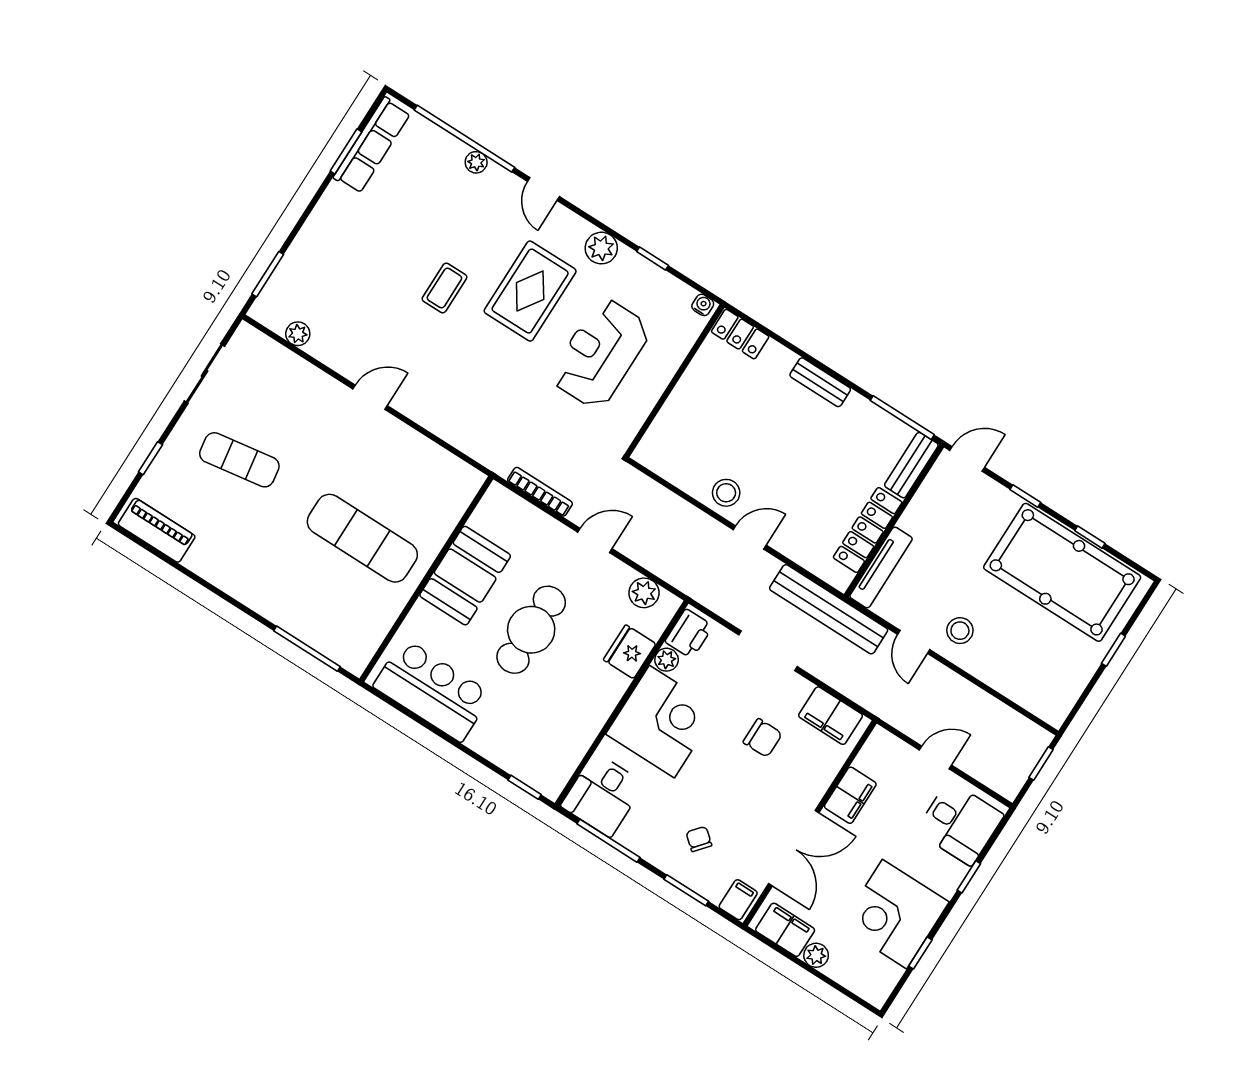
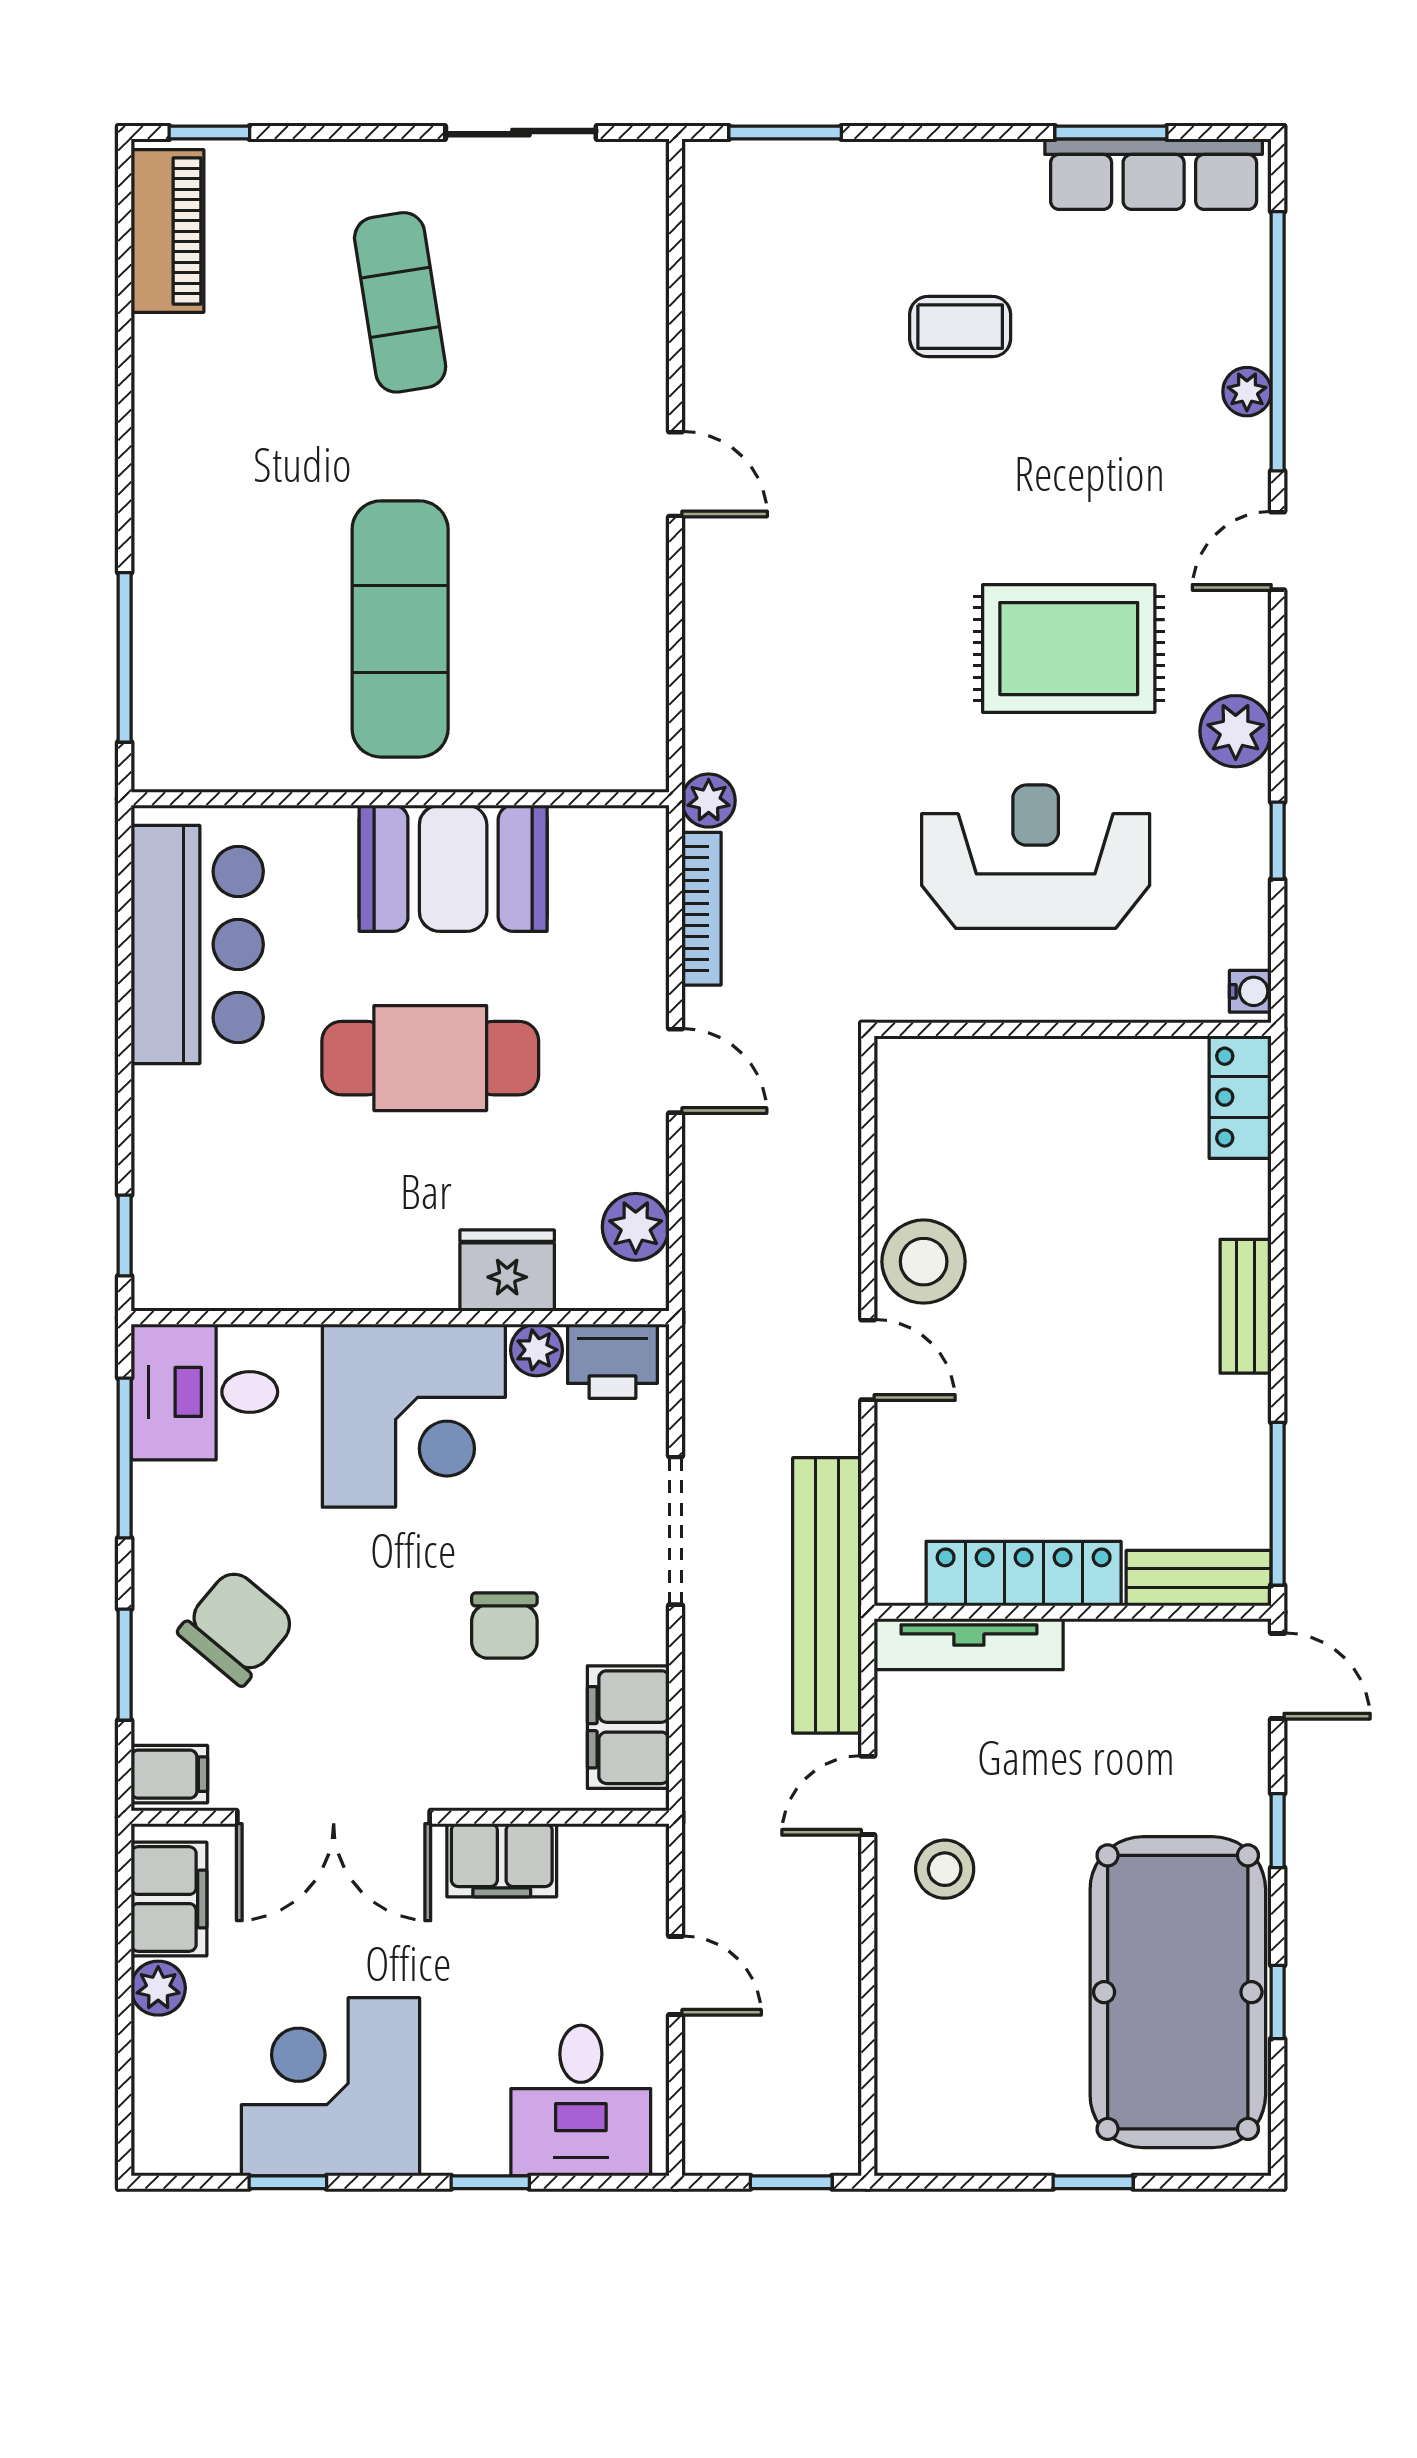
coffee table: (444, 288) -> (960, 327), moved
plant: (298, 334) -> (709, 801), moved
window: (150, 458) -> (209, 133), moved
stool: (726, 493) -> (924, 1262), width x1.38, depth x1.38
chair: (699, 839) -> (237, 1627), width x1.87, depth x1.87

